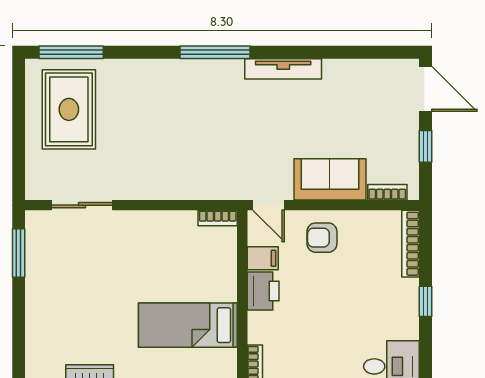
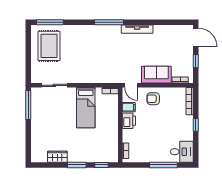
window: (19, 253) -> (28, 105), width x1.44
bed: (188, 325) -> (86, 108), moved, turned -90

